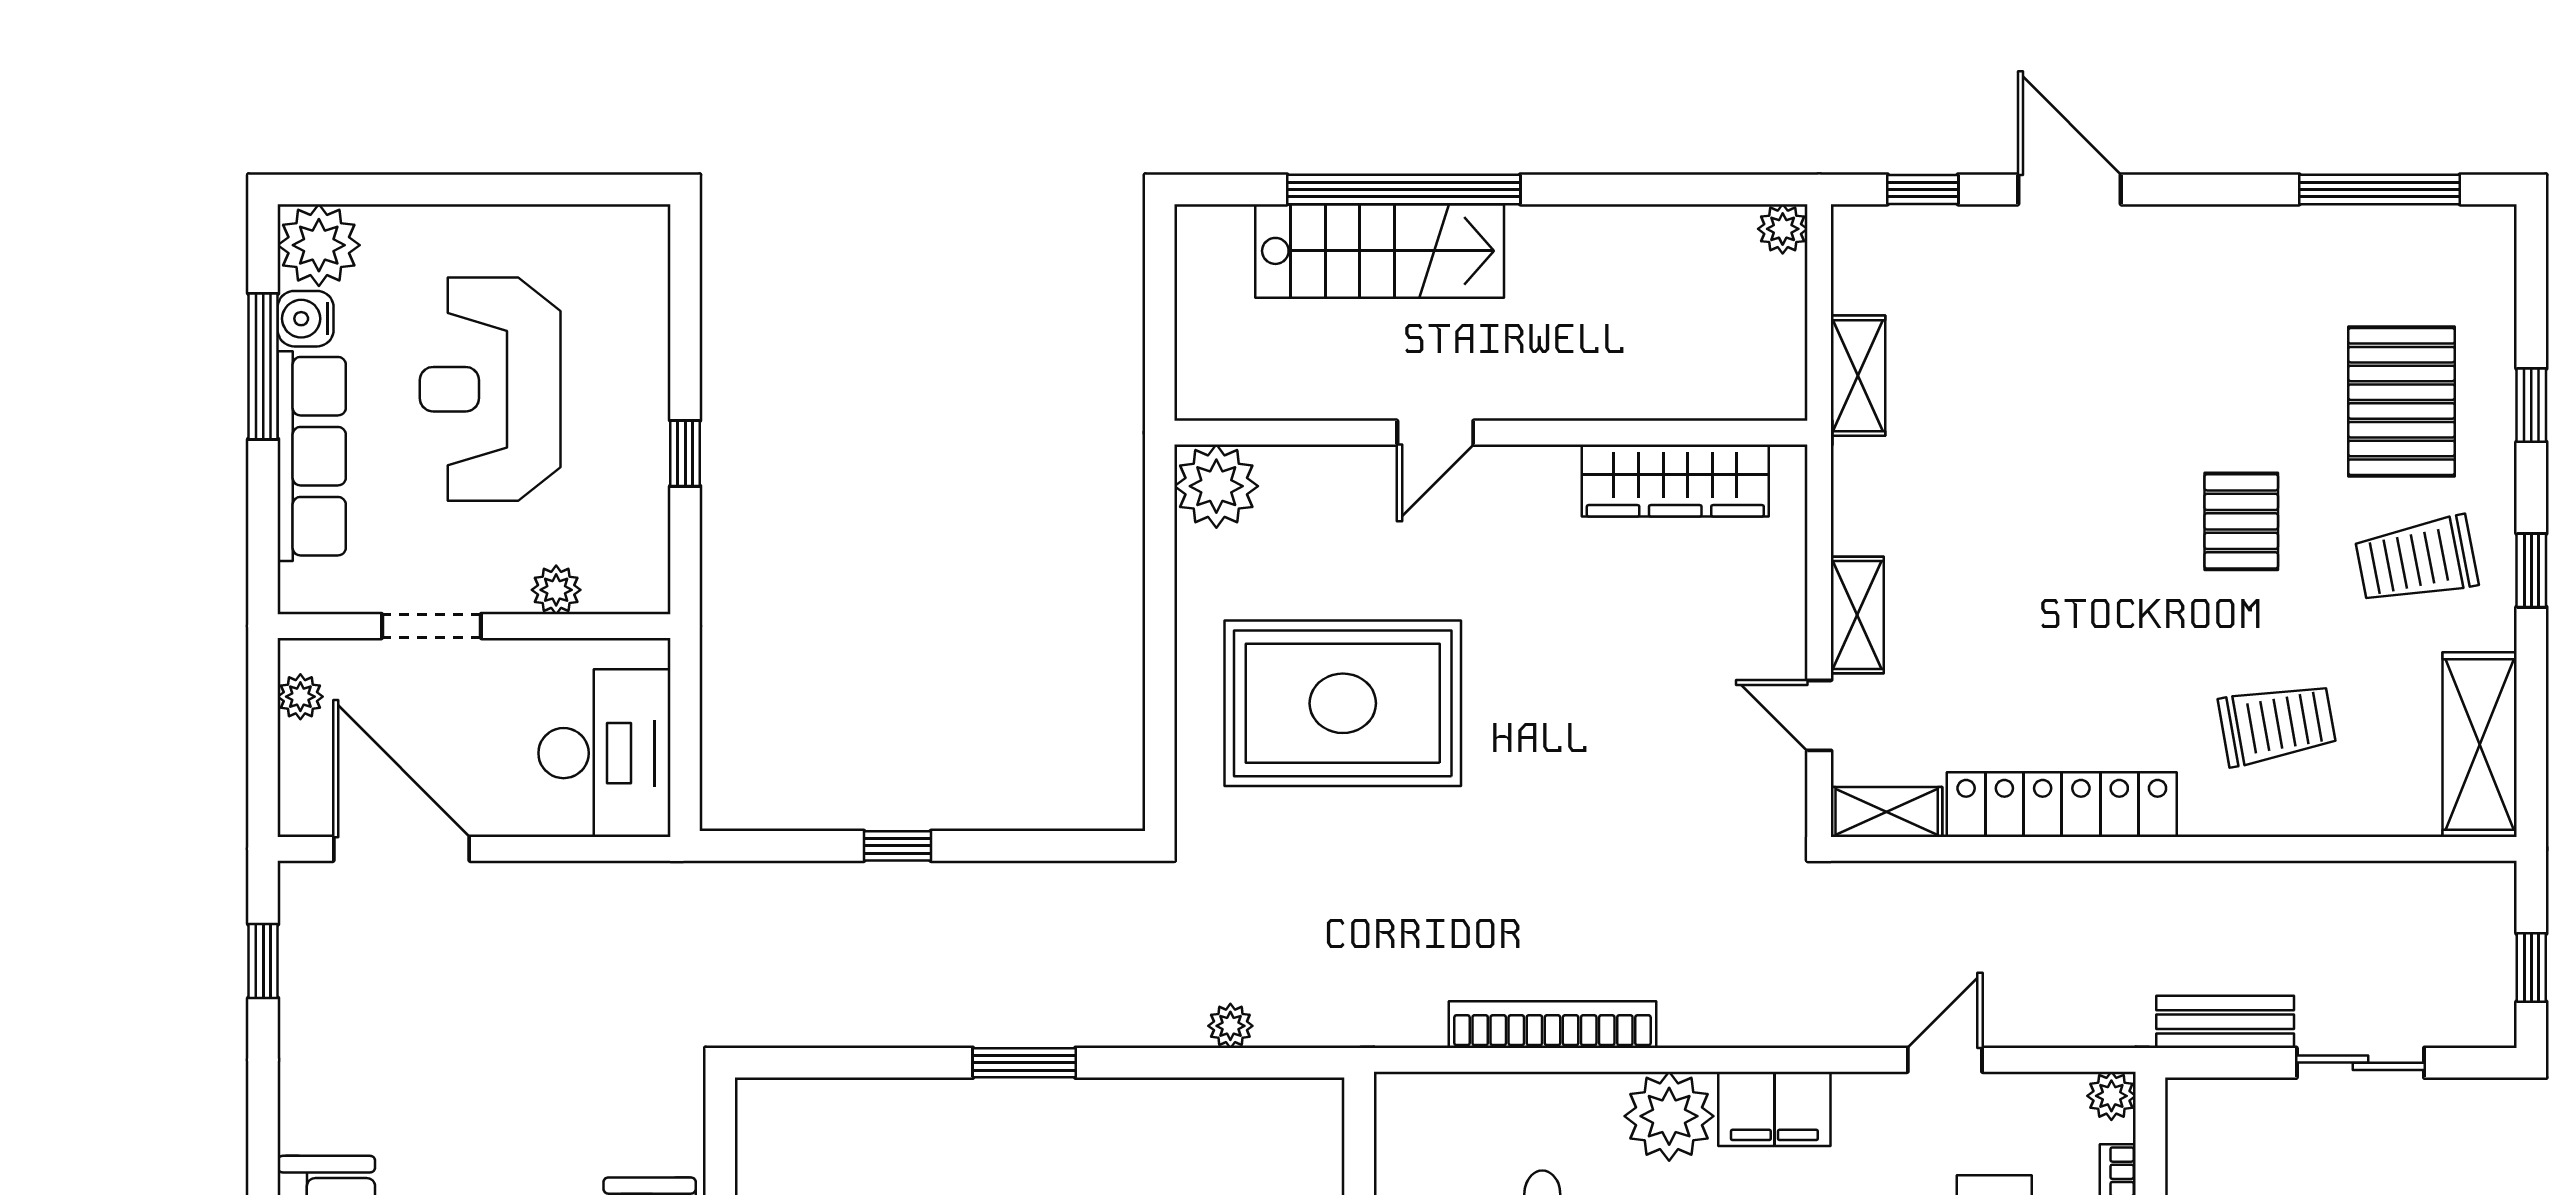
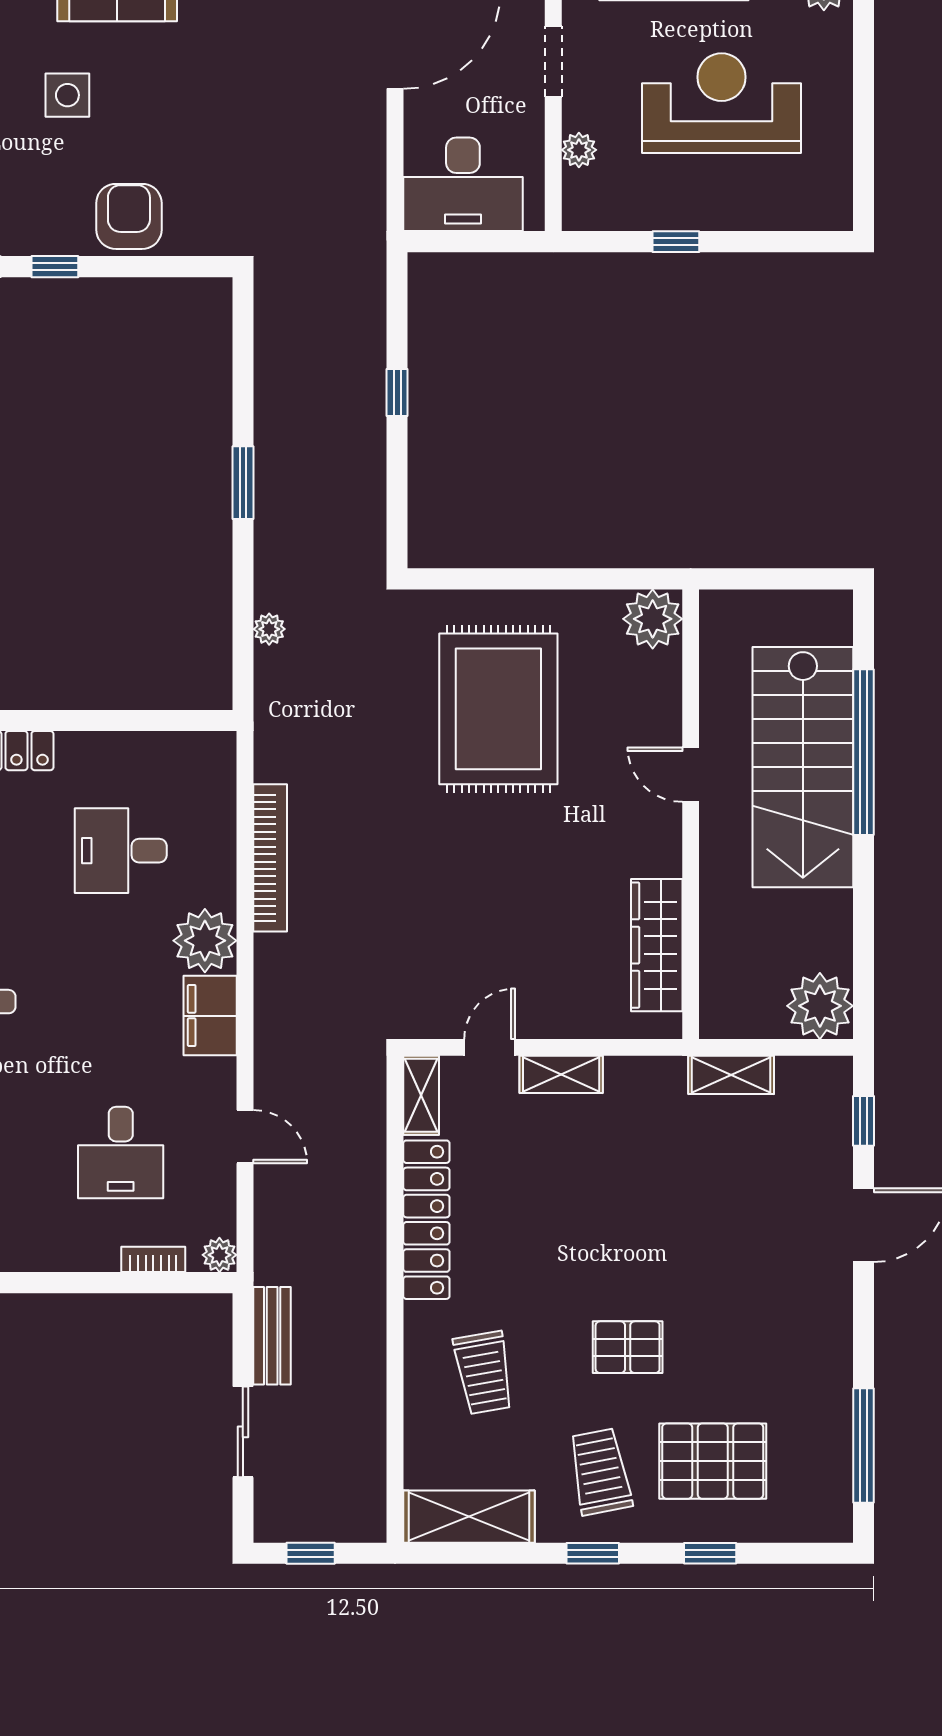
plant: (1783, 229) -> (820, 1006), width x1.87, depth x1.87
stairs: (1380, 251) -> (803, 767), width x1.36, depth x1.51

